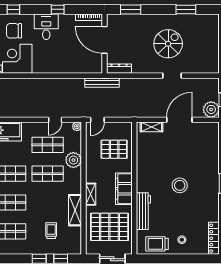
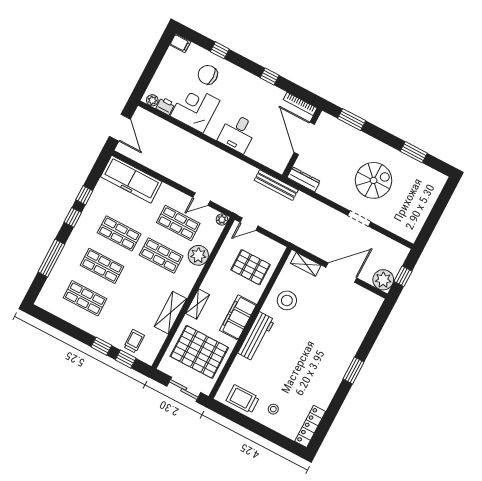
desk: (46, 27) -> (238, 133), moved, turned 180
stool: (180, 185) -> (287, 300), moved
workbench: (143, 211) -> (256, 336), moved
trolley: (51, 231) -> (134, 341), moved

